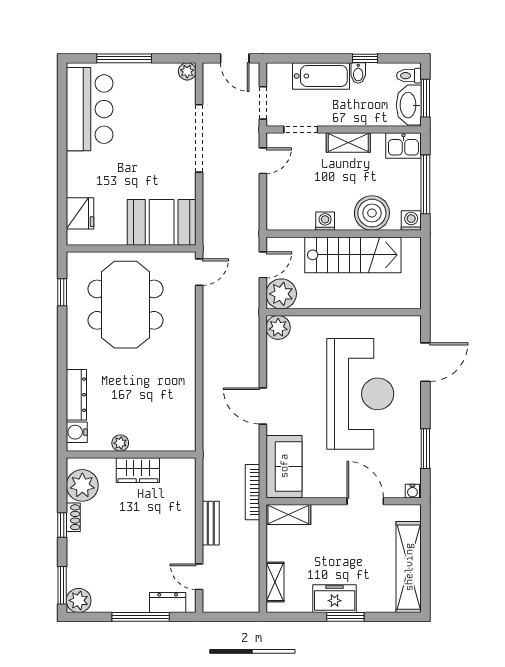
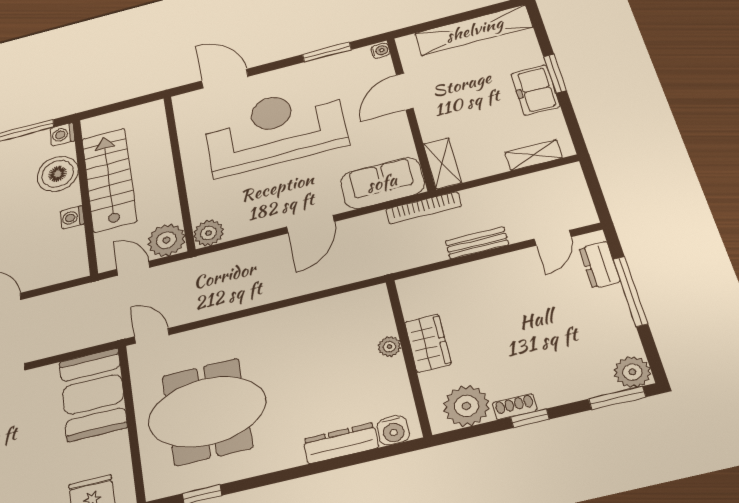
plant: (120, 443) -> (389, 347), moved

